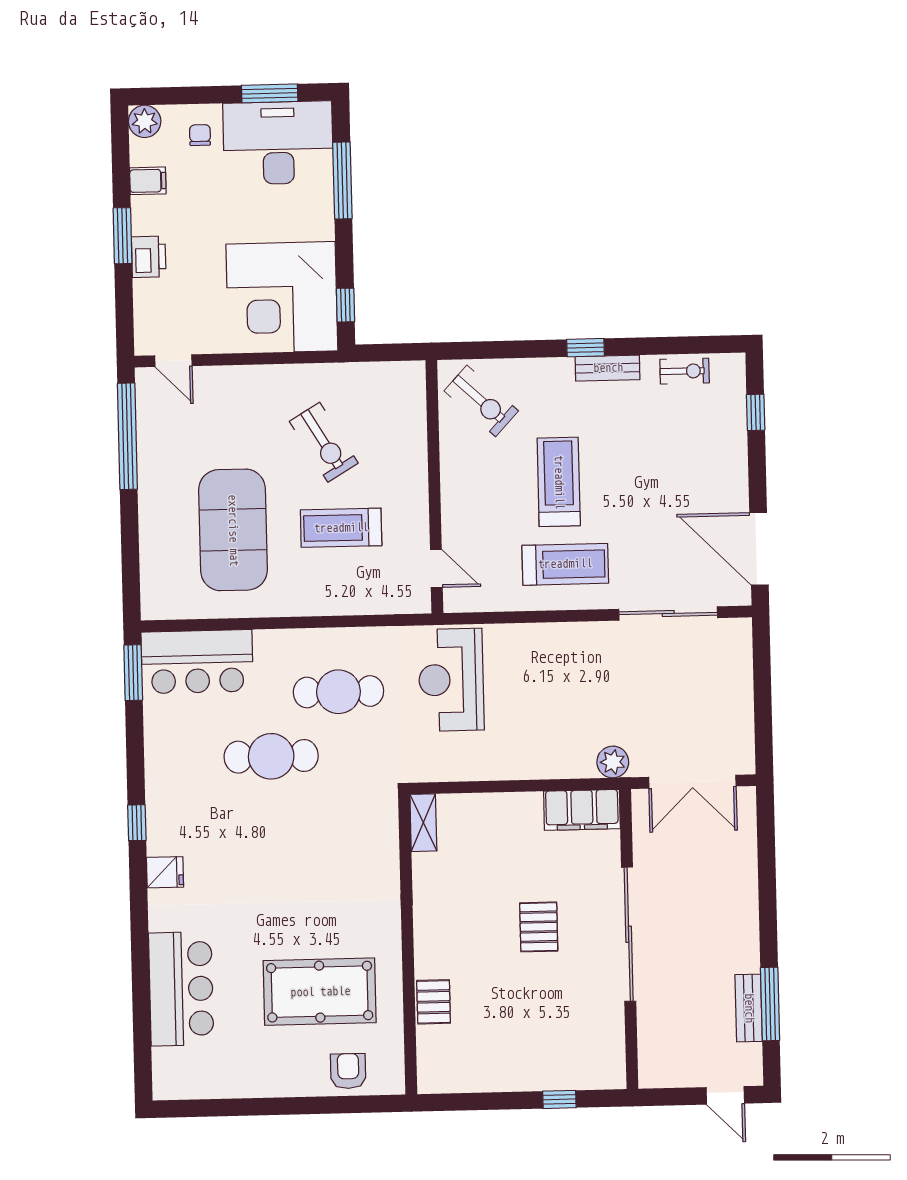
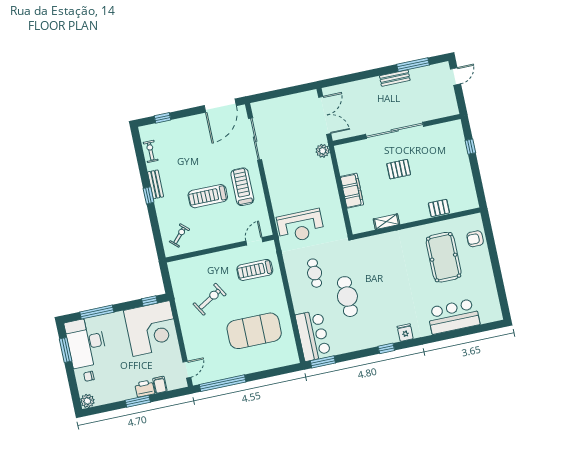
filing cabinet: (148, 181) -> (160, 385), moved
exercise bike: (481, 401) -> (180, 235), width x0.73, depth x0.72
treadmill: (341, 528) -> (255, 270), moved, turned 90
cafe table: (338, 692) -> (315, 273), width x0.73, depth x0.74
filing cabinet: (582, 810) -> (352, 191), moved
shelving: (423, 823) -> (386, 222), moved
bench: (749, 1008) -> (395, 78), moved

